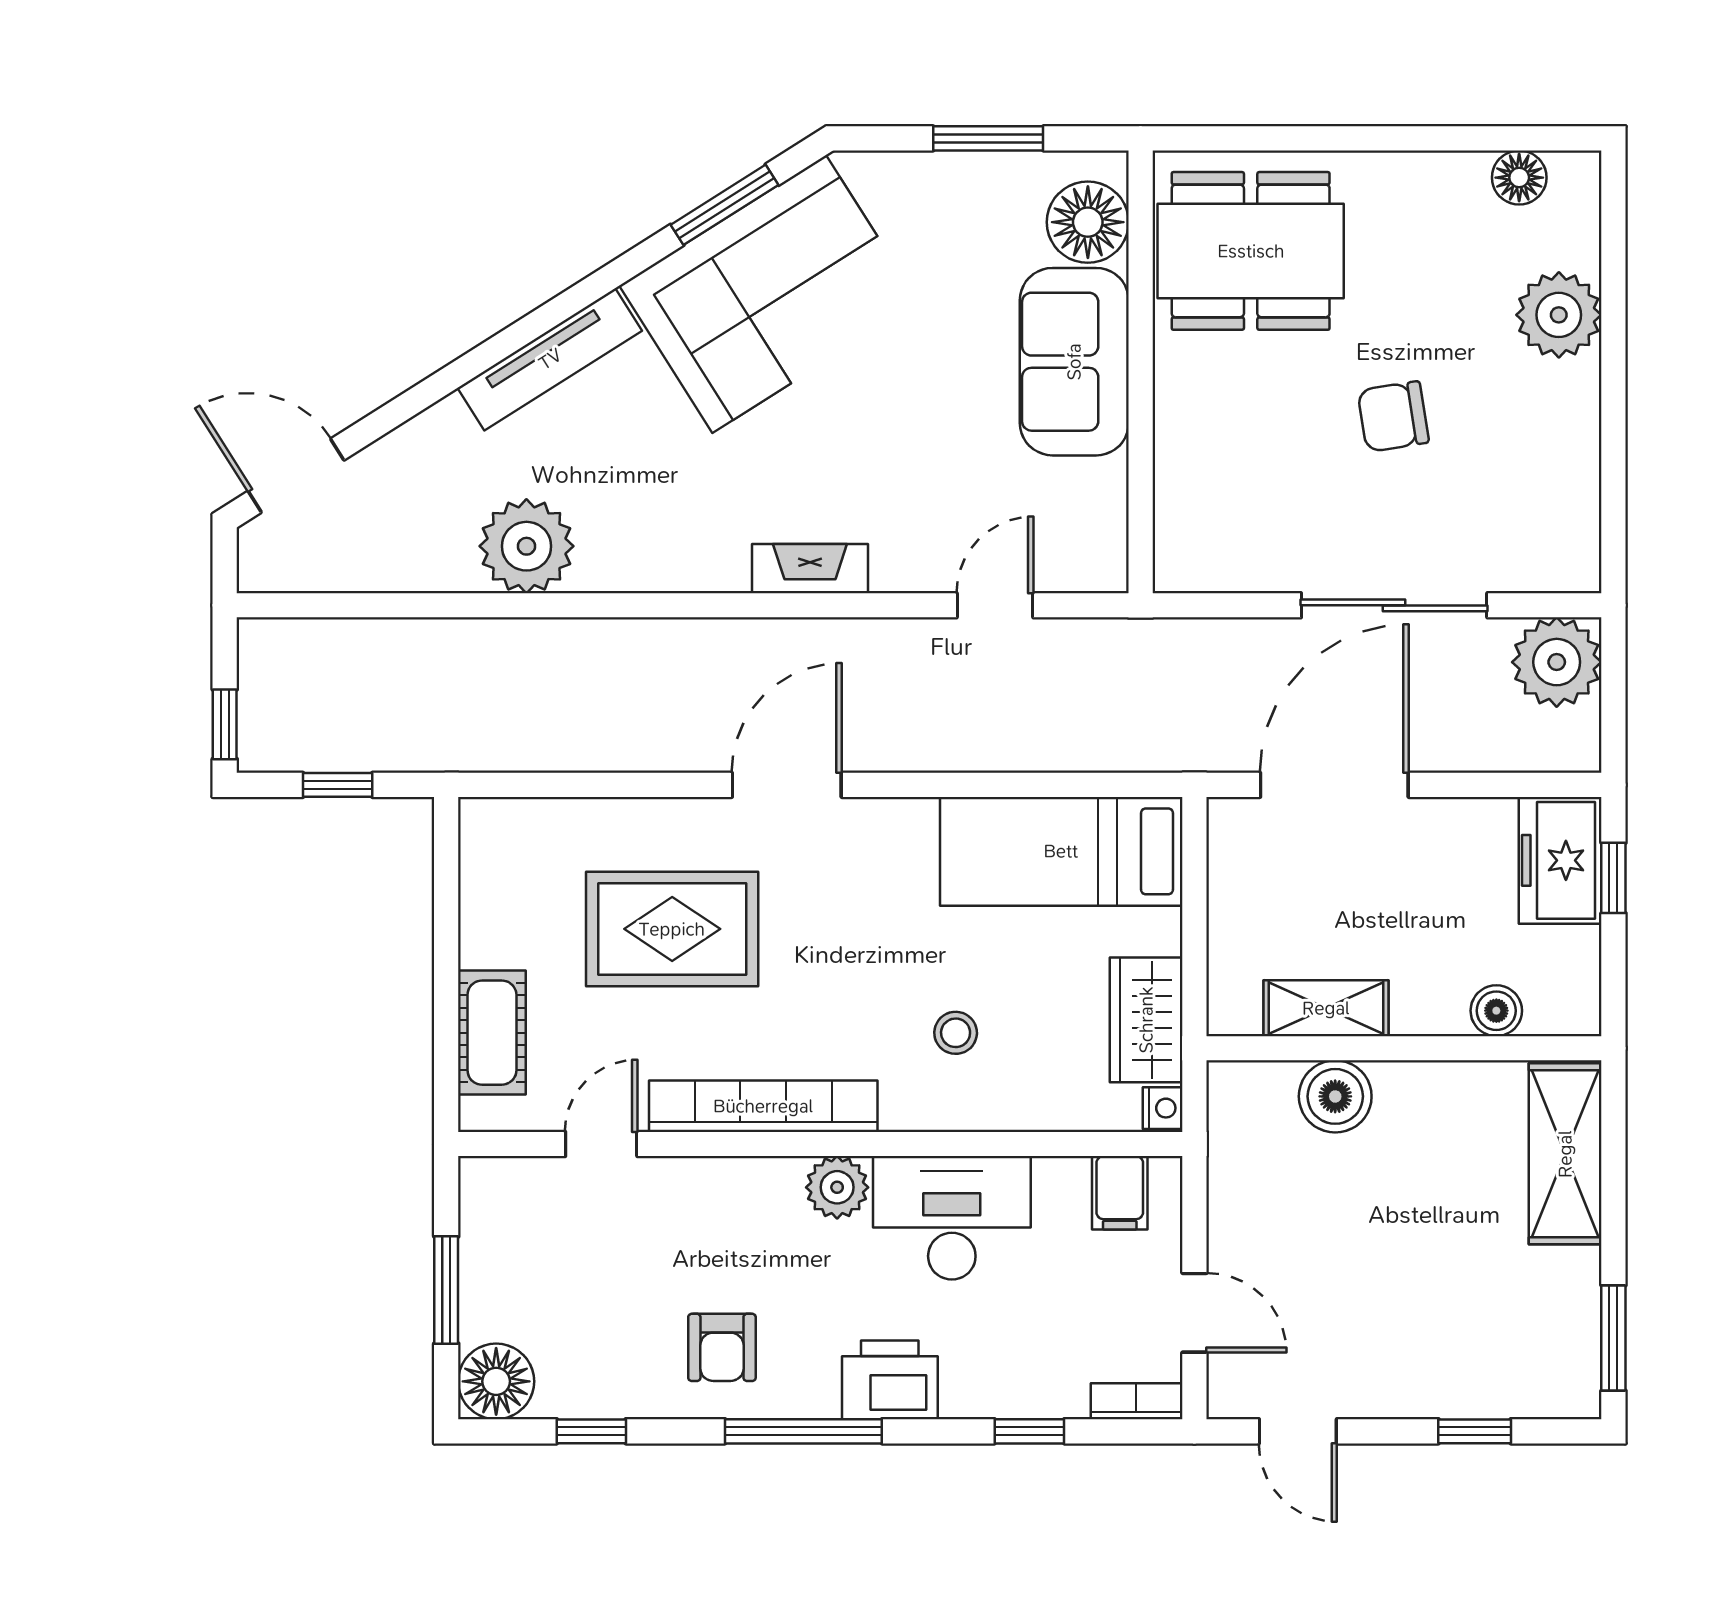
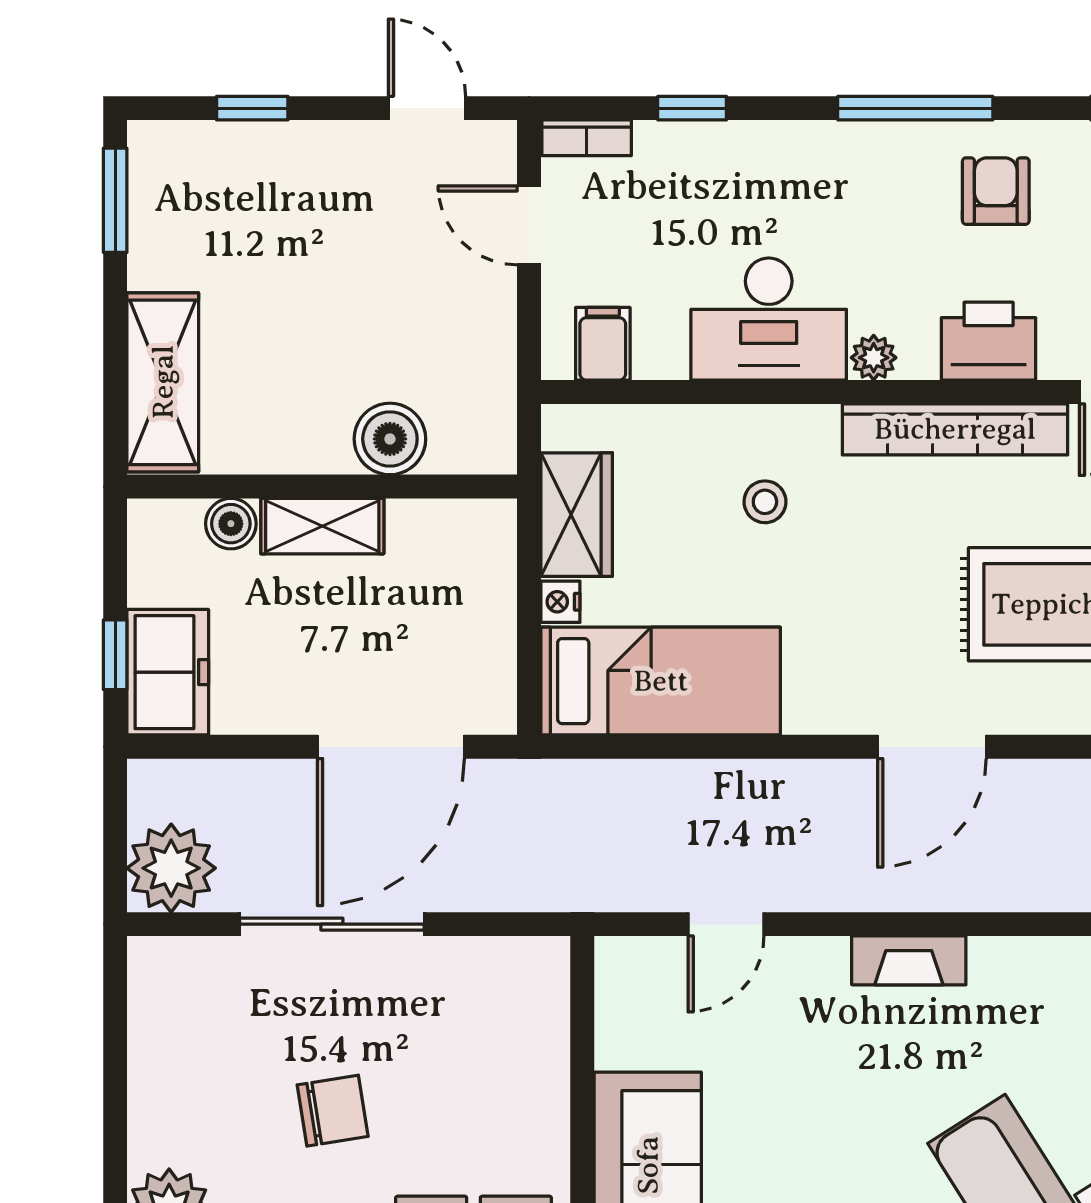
shelving: (1326, 1008) -> (322, 526), moved
nightstand: (1163, 1108) -> (560, 602), moved
plant: (837, 1187) -> (874, 358), width x0.73, depth x0.73
printer: (890, 1380) -> (989, 341), moved, turned 180

